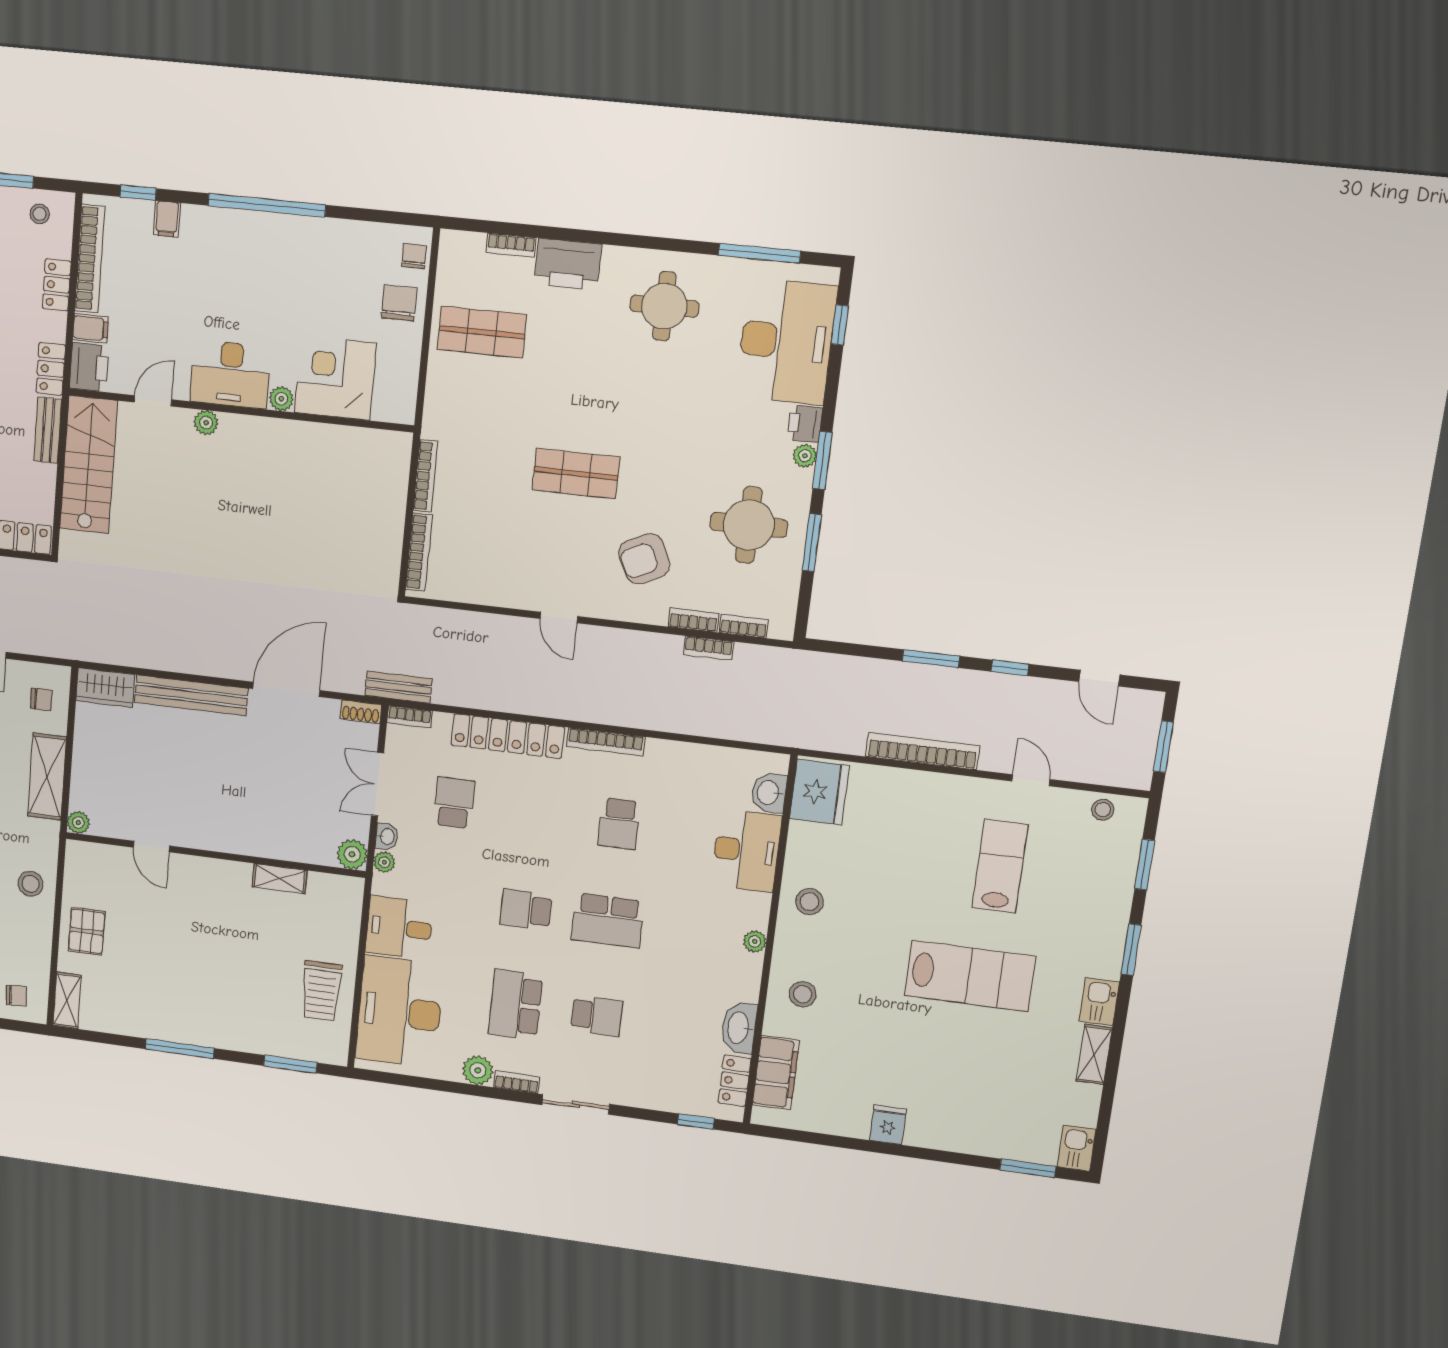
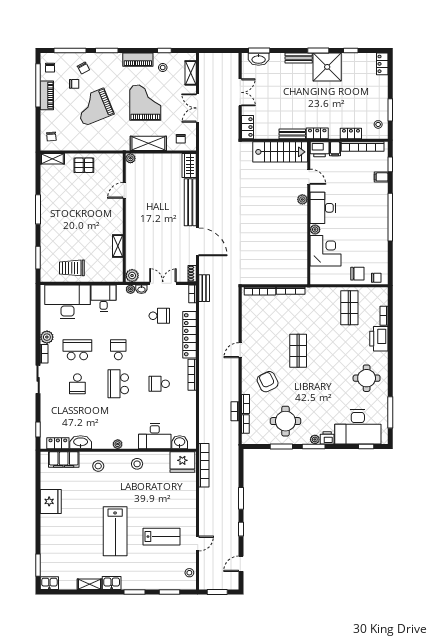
bookcase: (922, 751) -> (204, 465), moved
stool: (31, 884) -> (101, 139), removed
fridge: (888, 1125) -> (51, 501), width x1.88, depth x1.34

